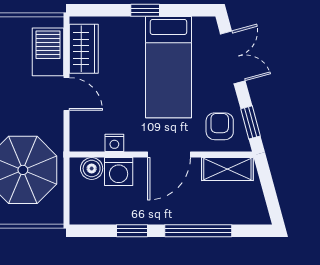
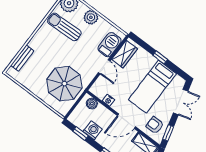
armchair: (220, 126) -> (155, 125), turned -90
washing machine: (119, 172) -> (93, 130), moved, turned 180
window: (132, 231) -> (81, 134), moved

